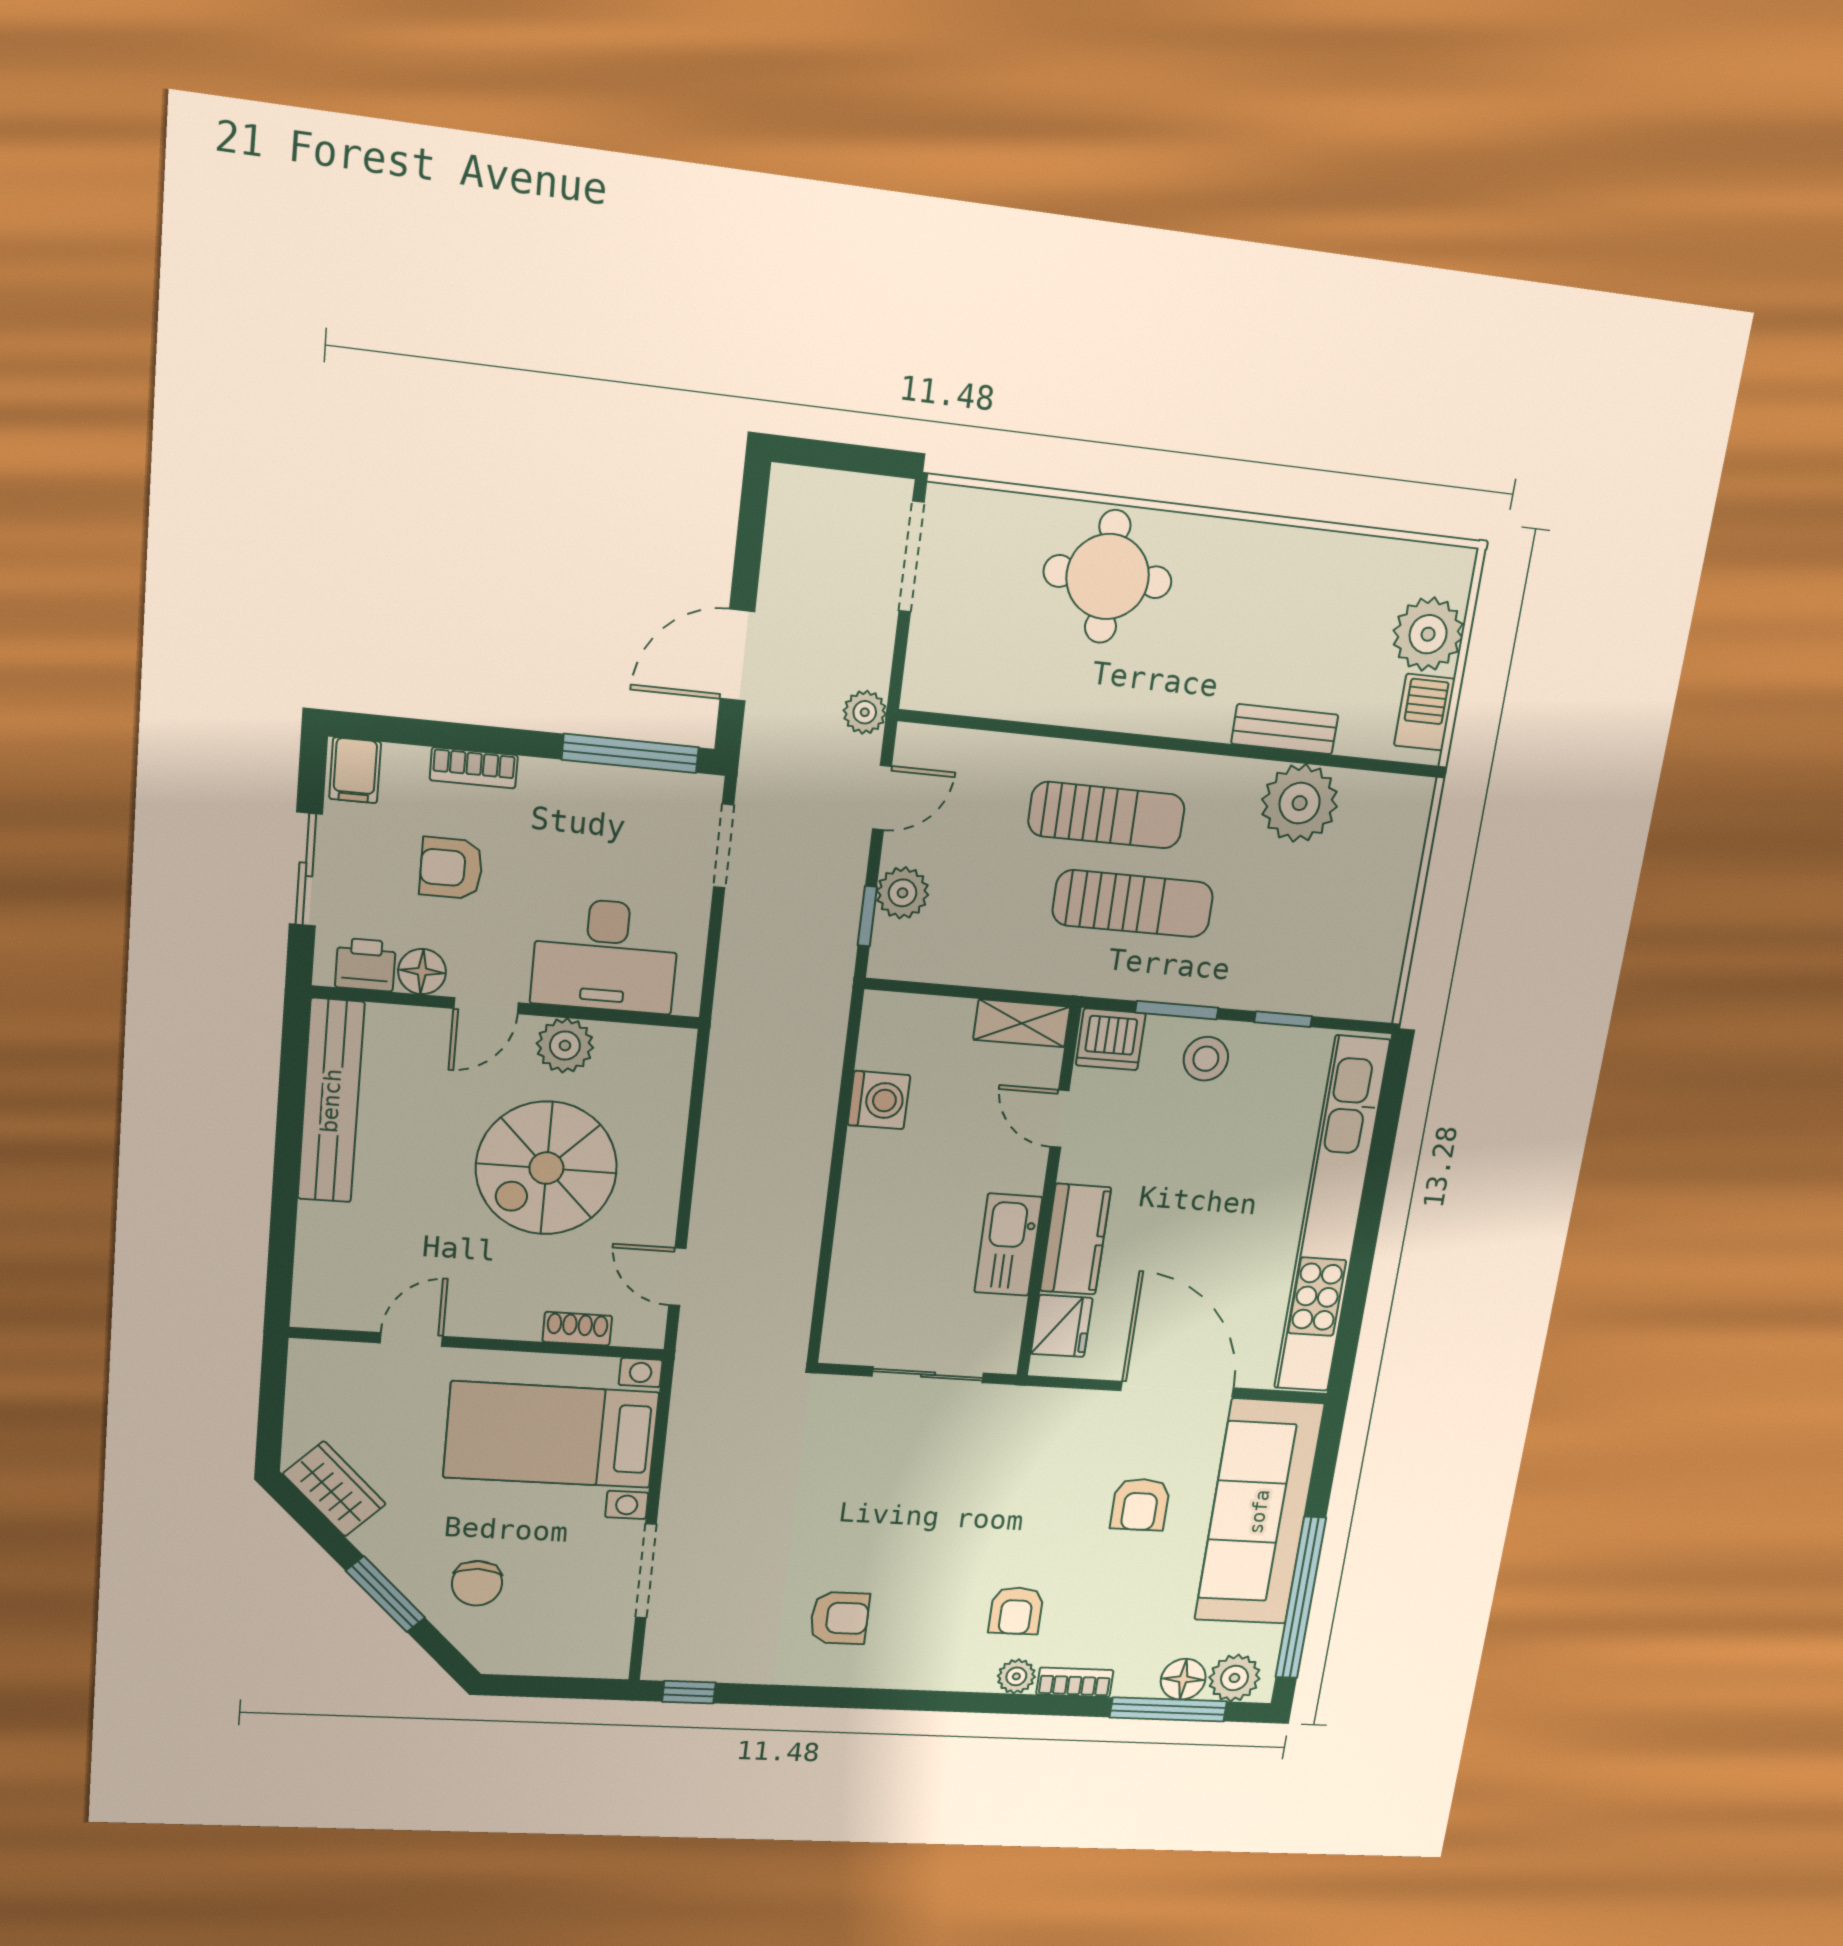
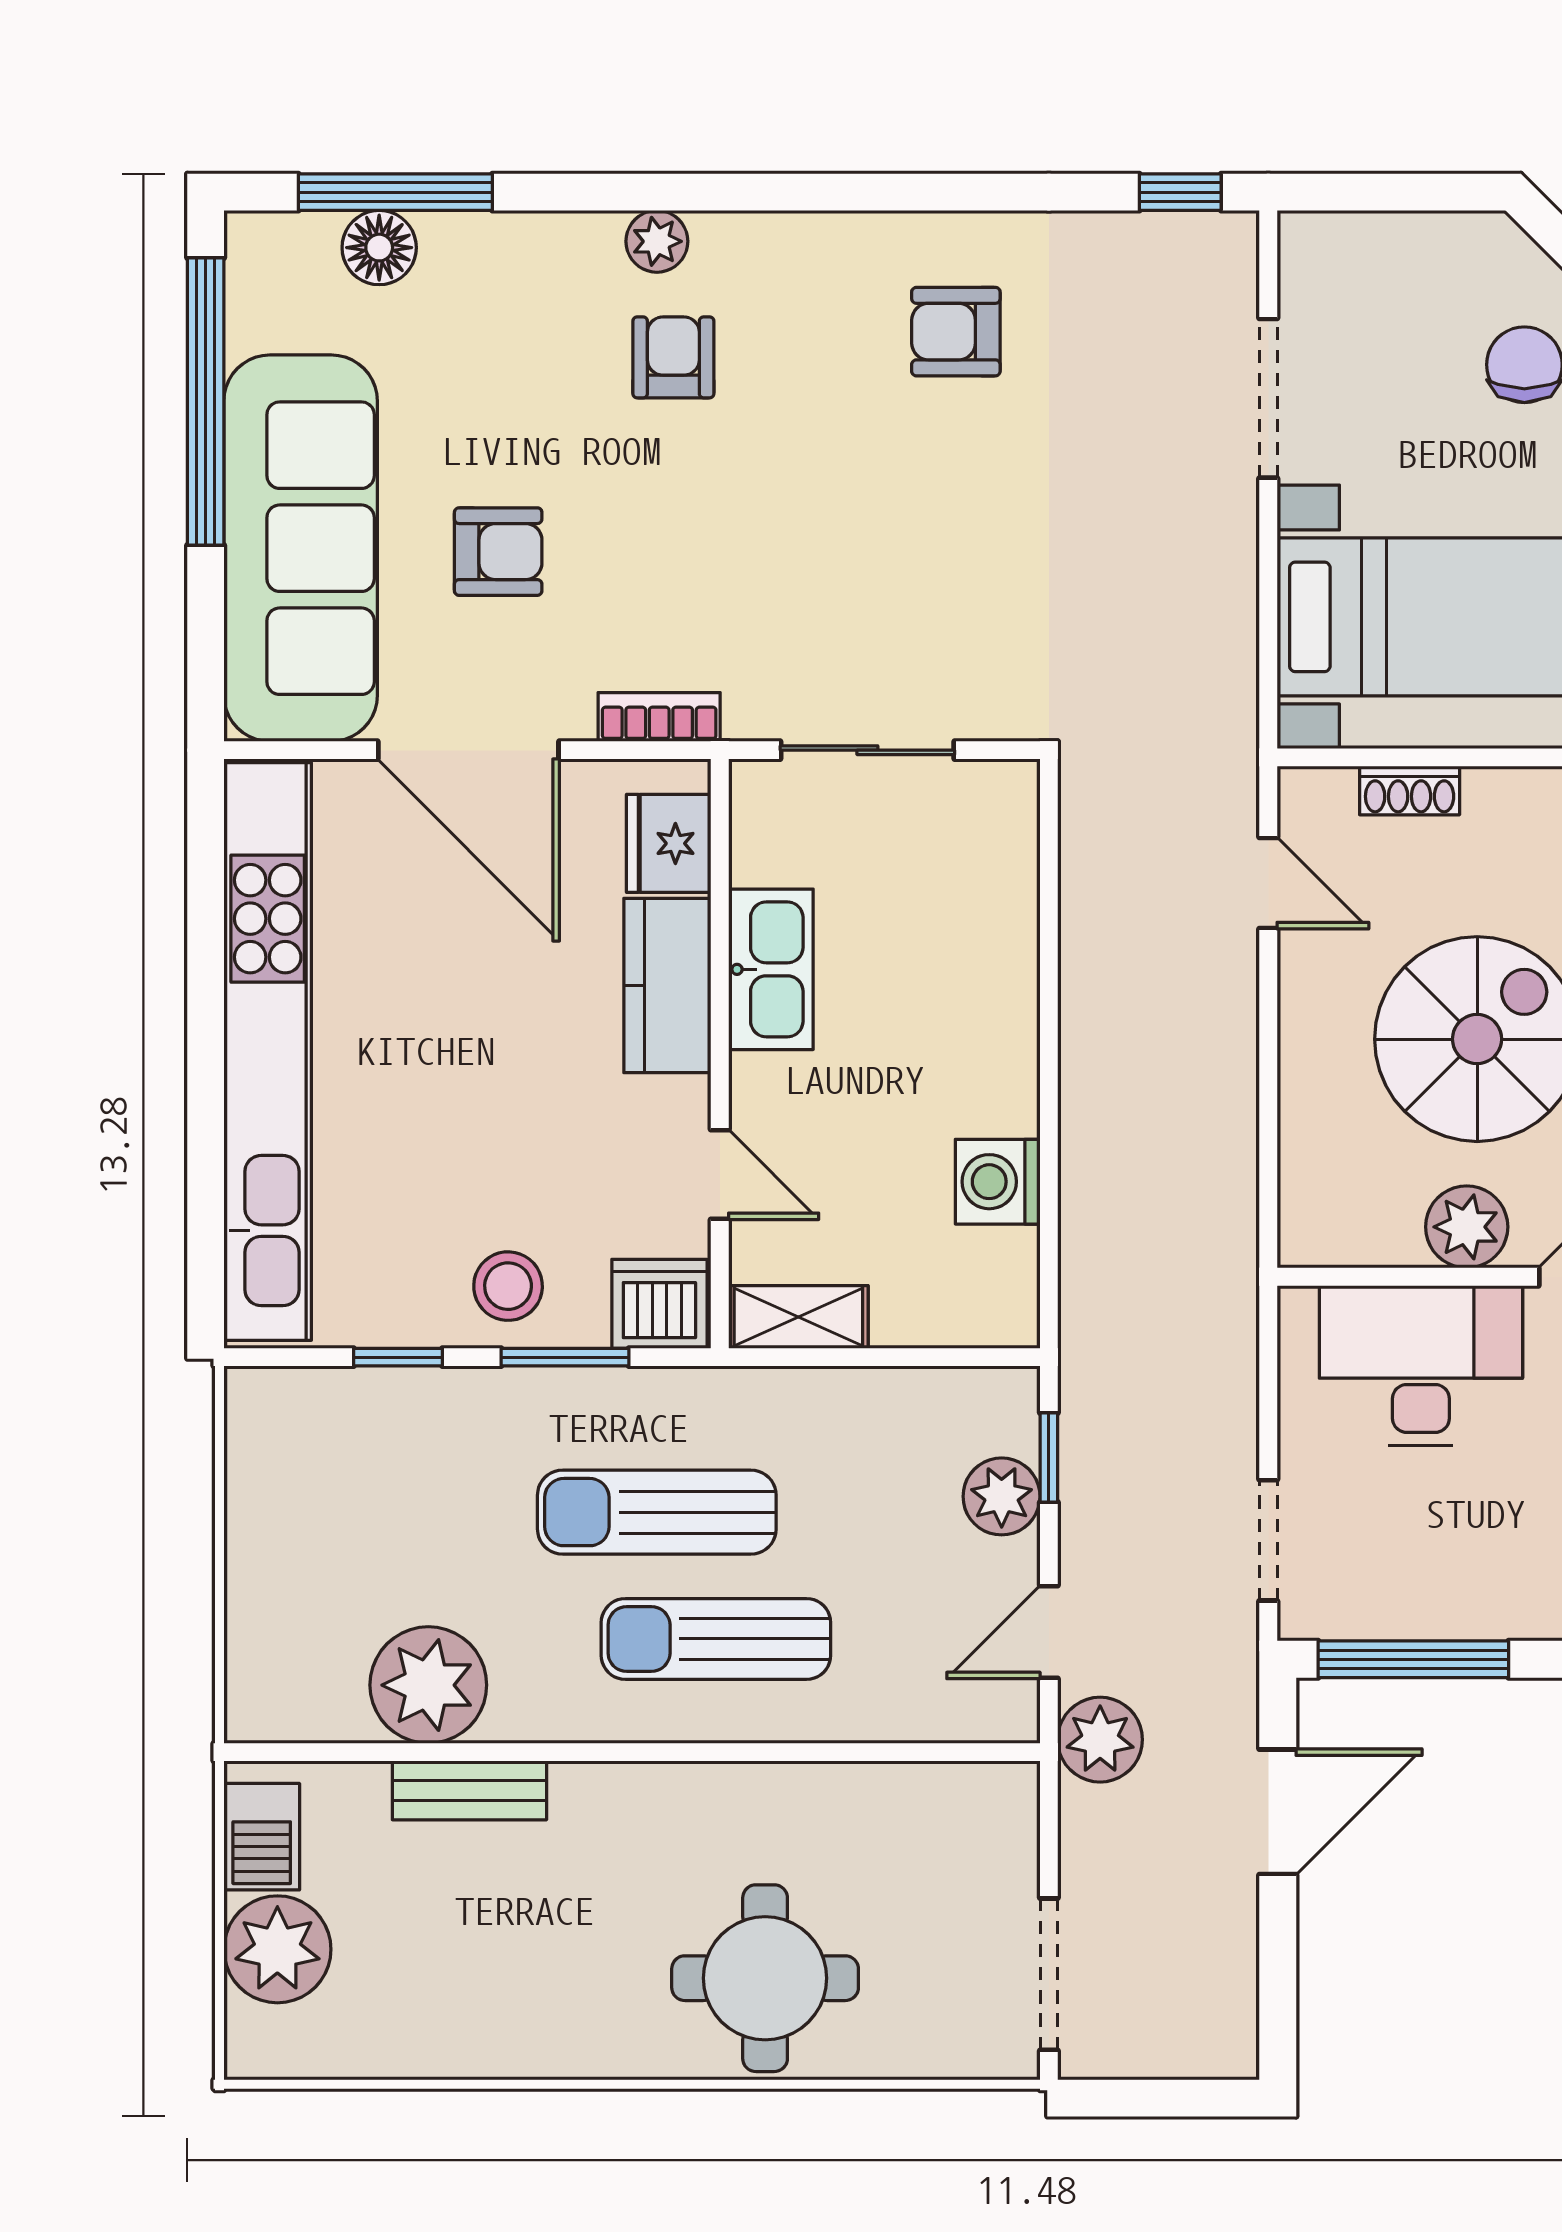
plant: (865, 712) -> (1100, 1740), width x1.38, depth x1.38
armchair: (1140, 1504) -> (498, 552), turned 90
plant: (1234, 1678) -> (293, 253), removed
bookcase: (1075, 1682) -> (659, 717), moved, turned 180

